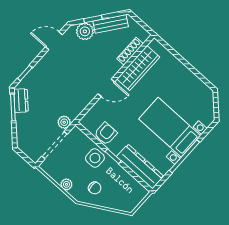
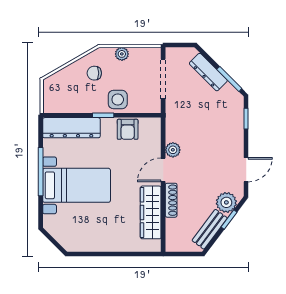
shoe rack: (130, 51) -> (171, 200), moved
dresser: (21, 101) -> (208, 72), moved, width x1.44
plant: (64, 122) -> (173, 150), moved

